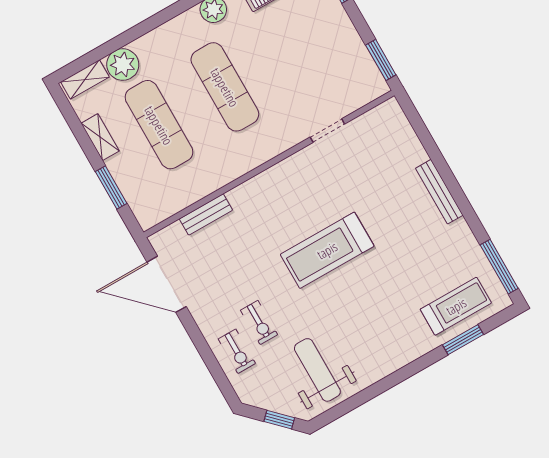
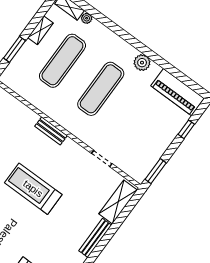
plant: (123, 65) -> (87, 18), width x0.53, depth x0.53
shelving: (402, 135) -> (118, 202), added
bench: (206, 214) -> (51, 131), moved

